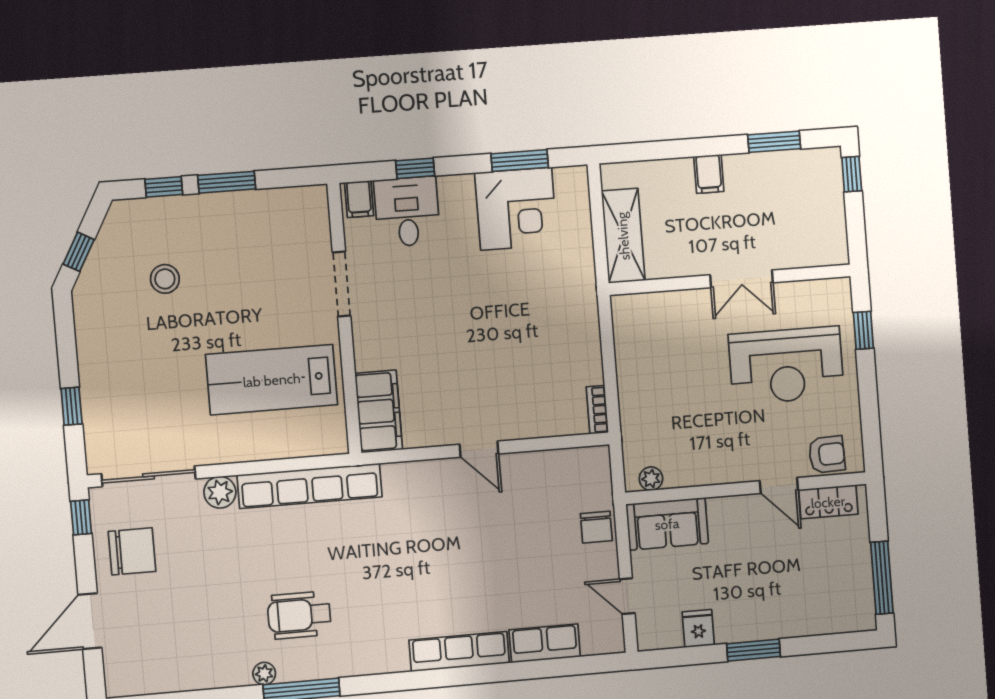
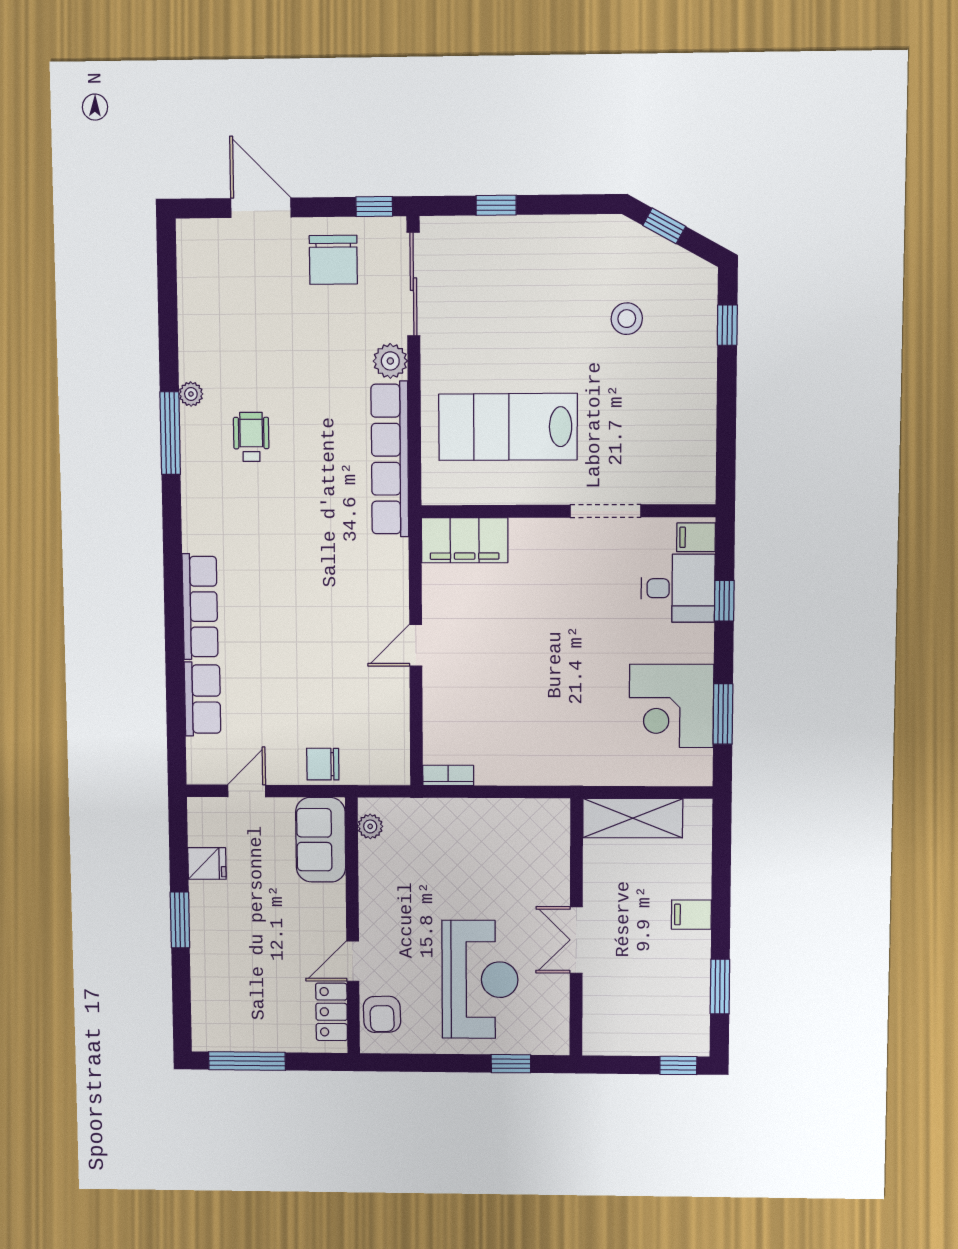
window: (227, 182) -> (727, 394), removed
reception desk: (786, 365) -> (480, 980), turned 180
lab bench: (272, 380) -> (508, 427), turned -90
wheelchair: (299, 615) -> (251, 437), width x0.73, depth x0.73

